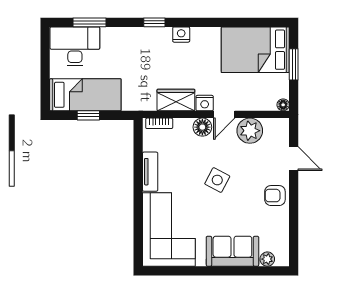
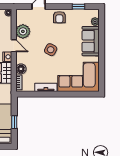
floor lamp: (202, 127) -> (21, 69), moved
window: (294, 230) -> (78, 7), added

